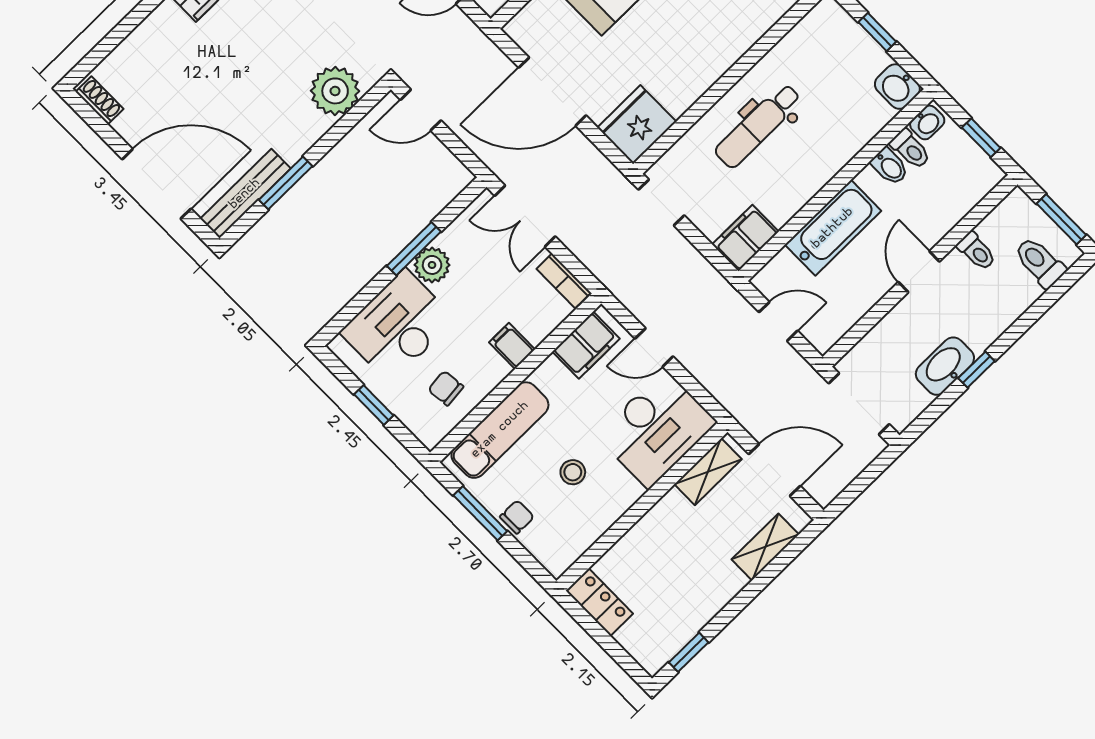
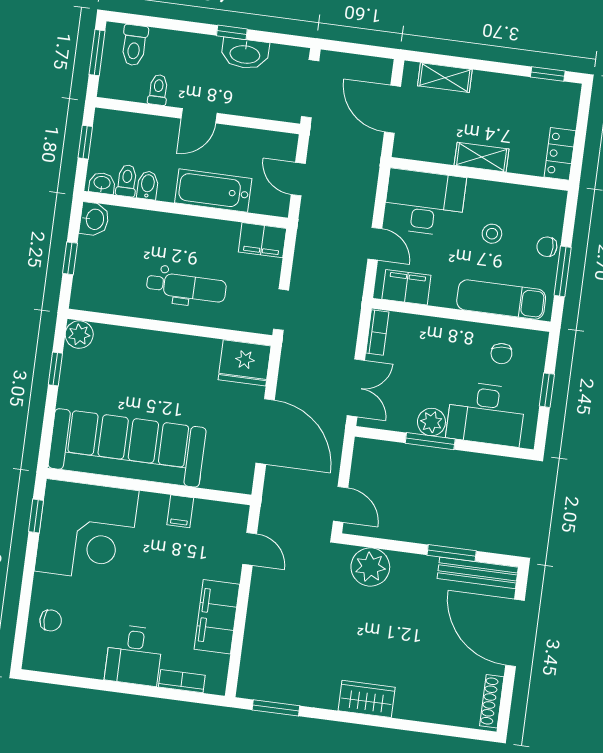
shoe rack: (99, 100) -> (492, 701), width x1.43
filing cabinet: (512, 346) -> (443, 333), removed
shelving: (708, 472) -> (482, 157), moved

